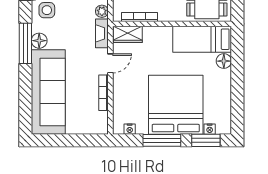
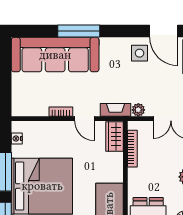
floor lamp: (39, 41) -> (108, 45), removed
window: (25, 43) -> (79, 31), moved
bookcase: (104, 93) -> (61, 112), width x0.64

